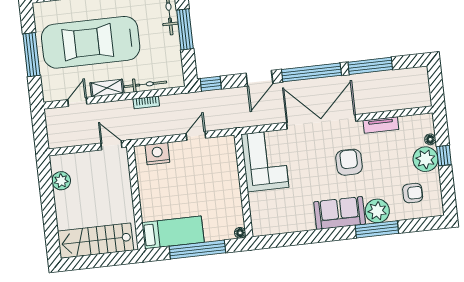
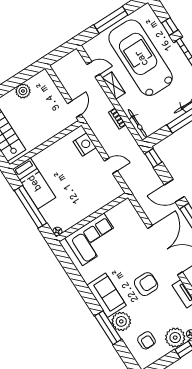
bicycle: (145, 84) -> (138, 124), moved
corner sofa: (265, 161) -> (93, 239), moved
plant: (61, 181) -> (23, 91), moved

